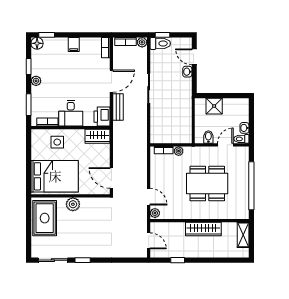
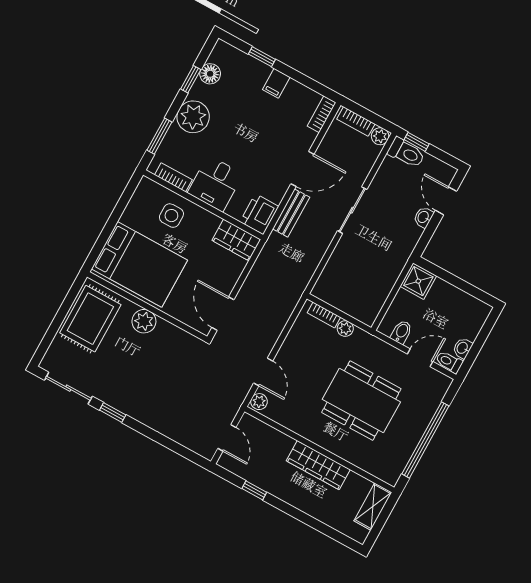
window: (47, 35) -> (262, 57), moved
floor lamp: (37, 43) -> (210, 74), moved
plant: (36, 81) -> (193, 117), width x1.87, depth x1.87
shower: (214, 106) -> (418, 281), moved

